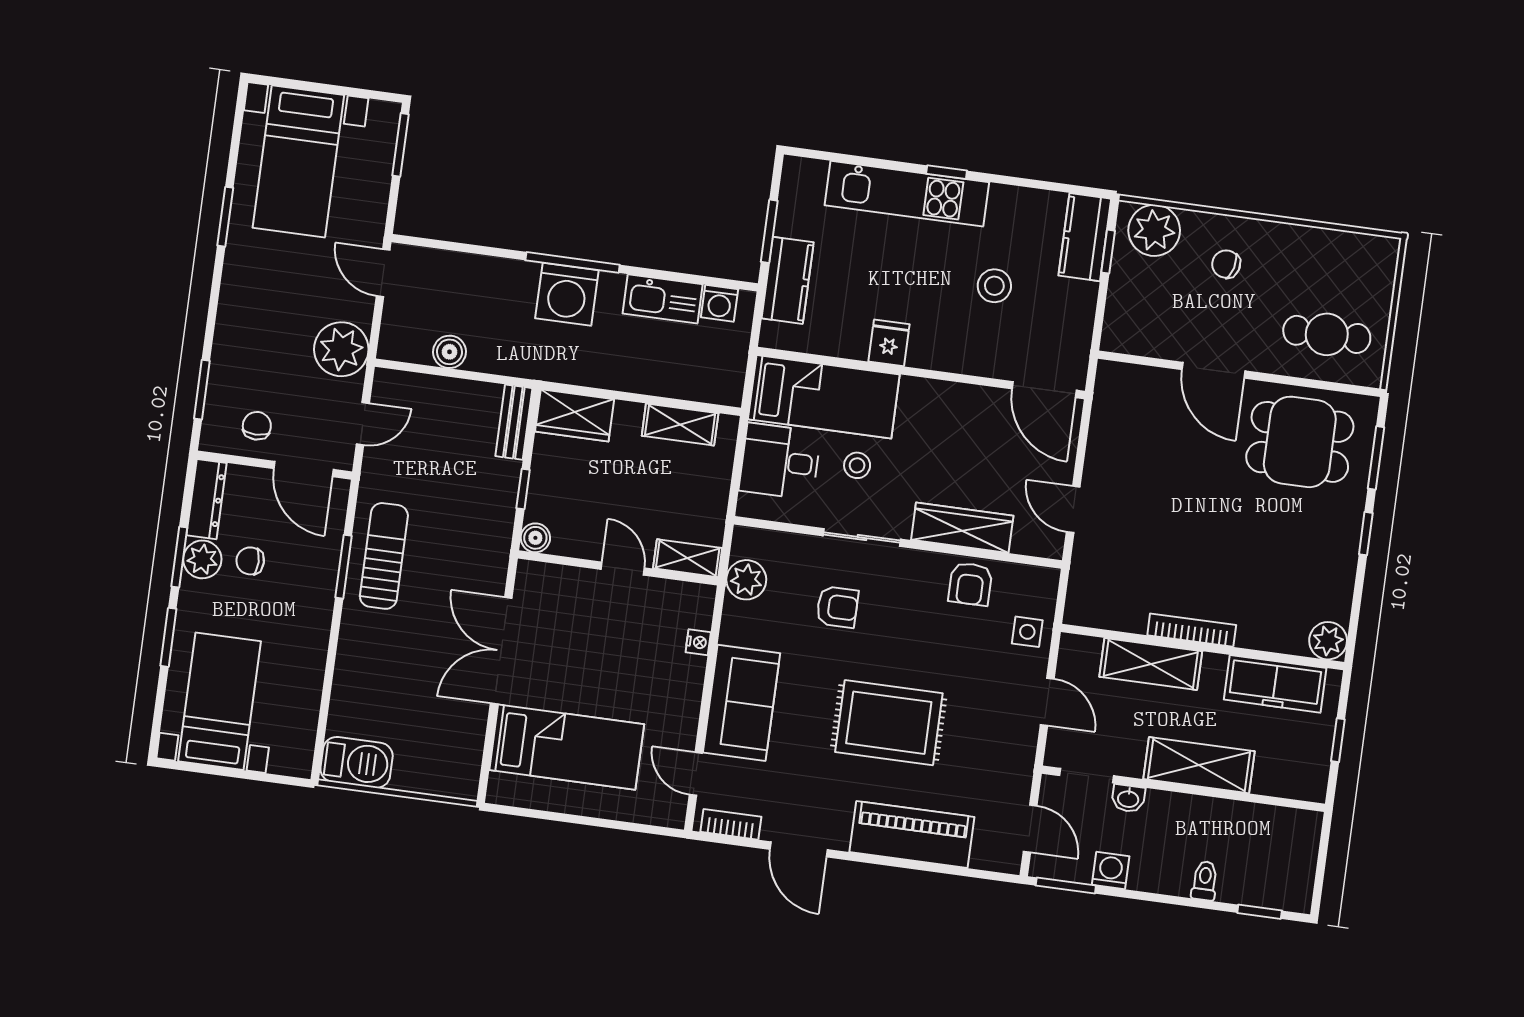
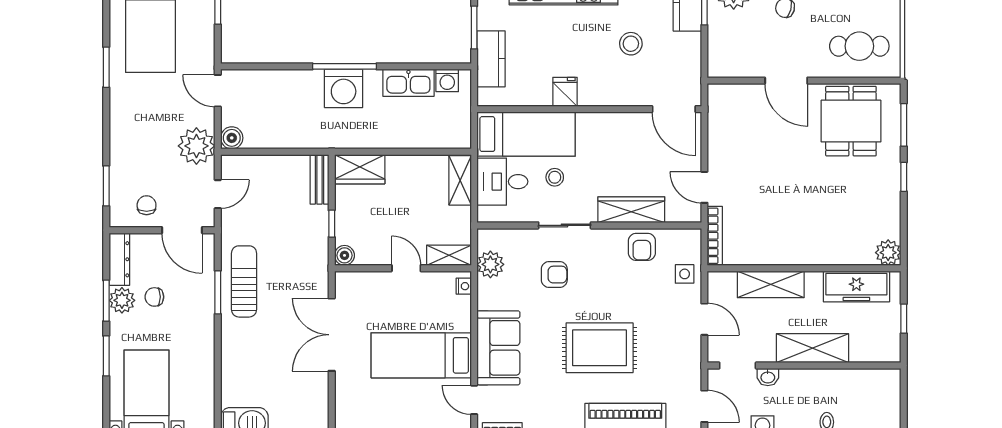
boiler: (449, 352) -> (232, 138), moved
shelving: (680, 425) -> (460, 180), moved, turned 90
dining table: (1300, 442) -> (851, 121), turned 90
bookcase: (1192, 630) -> (715, 236), moved, turned 90
nightstand: (698, 642) -> (464, 286), moved
bed: (567, 747) -> (421, 355), moved, turned 180

